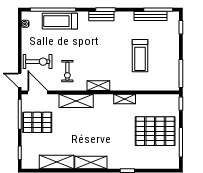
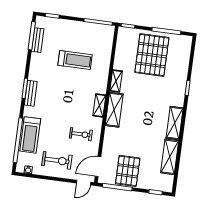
bench: (150, 16) -> (38, 40), width x0.73
exercise bike: (38, 62) -> (57, 160), moved, turned 90
shelving: (76, 101) -> (114, 110), moved

